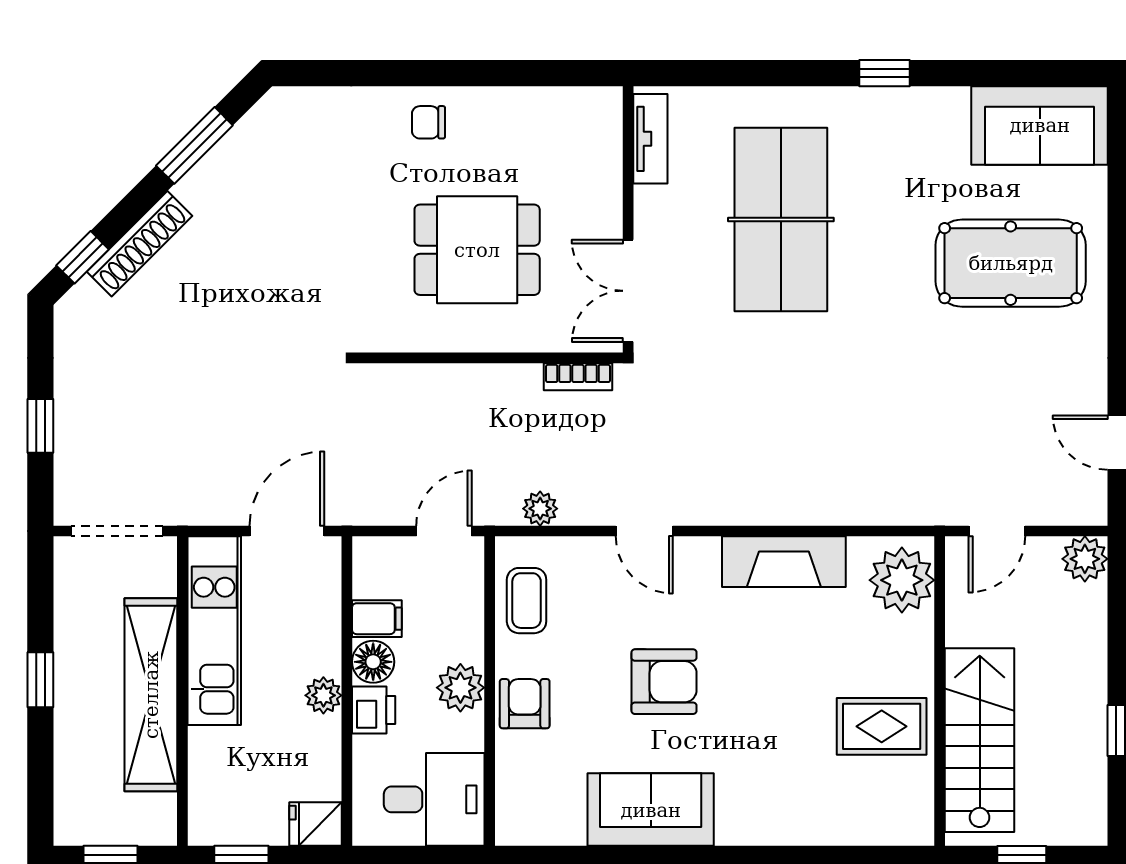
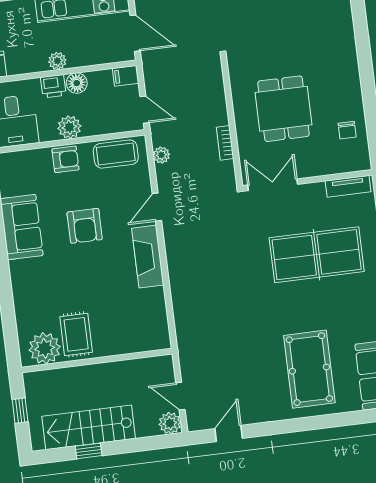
chair: (428, 122) -> (347, 130), moved, turned 180
bookcase: (578, 377) -> (225, 143), moved
door: (997, 531) -> (180, 396), moved
fireplace: (784, 562) -> (148, 257), moved
plant: (902, 580) -> (45, 348), moved
coffee table: (527, 601) -> (116, 154), width x1.36, depth x1.30
filing cabinet: (377, 619) -> (126, 76), moved, turned 90
stairs: (980, 740) -> (89, 427), moved, turned 180

